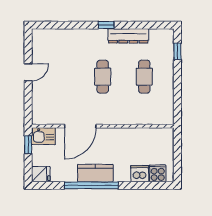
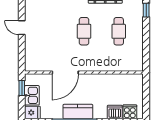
door: (28, 72) -> (22, 28), swing flipped
kitchen sink: (43, 136) -> (32, 95), moved, turned -90

